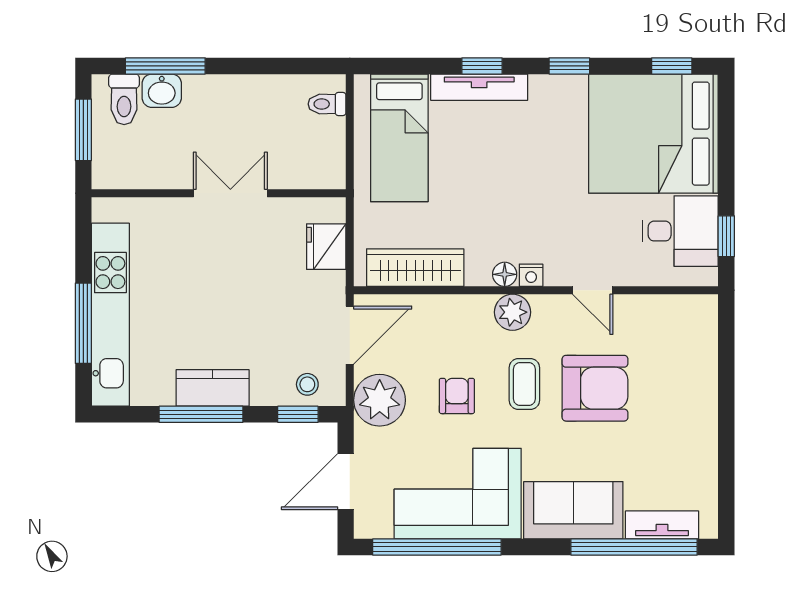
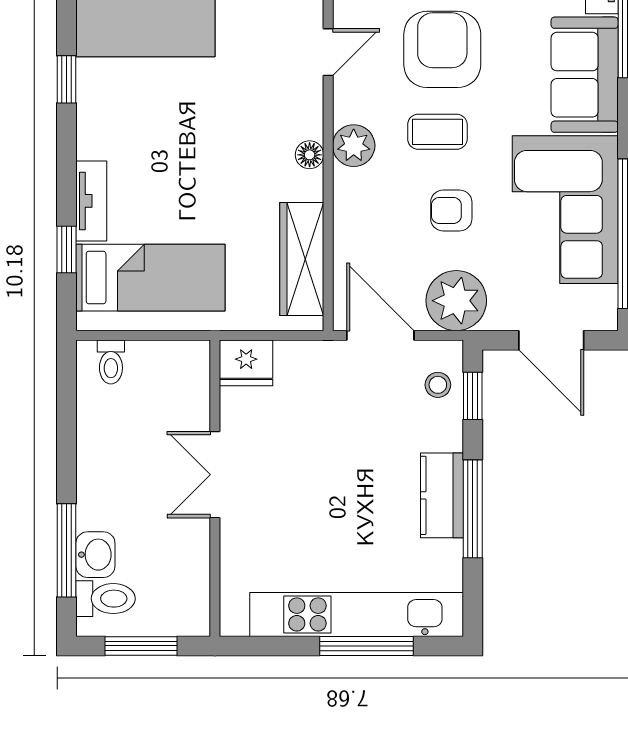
window: (482, 66) -> (67, 249), moved
tv unit: (479, 87) -> (91, 201), width x0.71
fridge: (326, 247) -> (246, 363), moved
nightstand: (531, 275) -> (311, 124), removed

